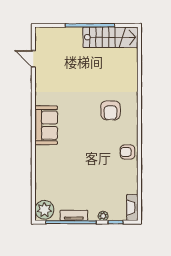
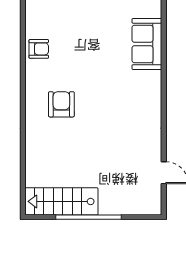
sofa: (46, 125) -> (147, 44), moved

